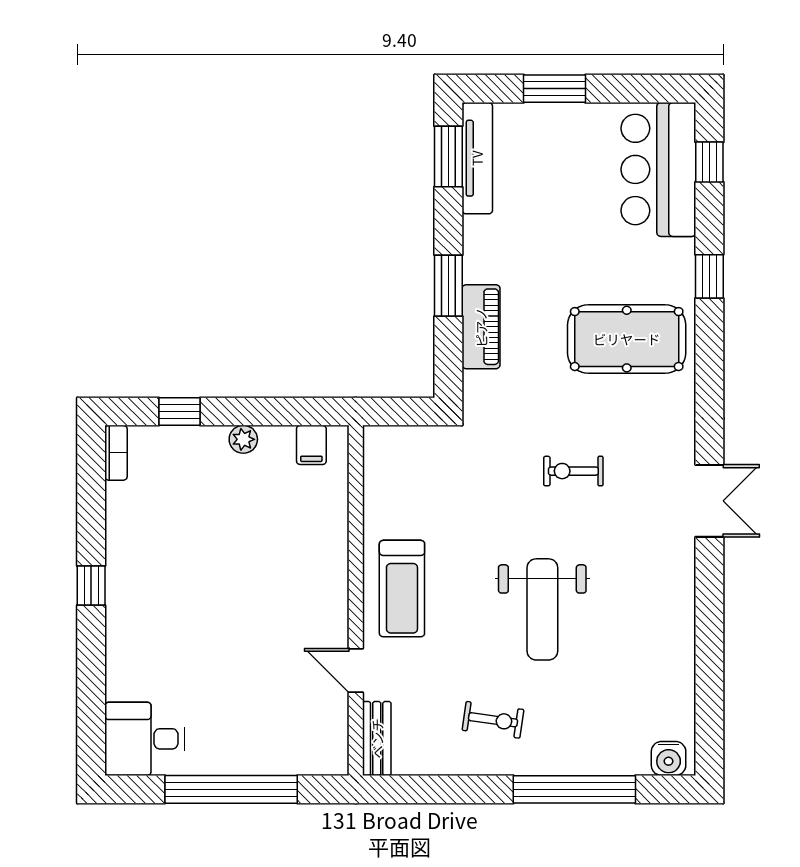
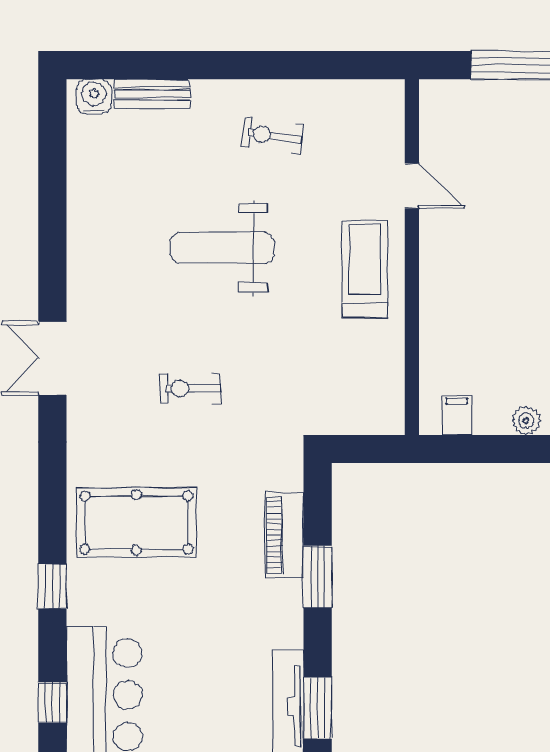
exercise bike: (573, 471) -> (191, 388), turned 180
weight bench: (542, 609) -> (222, 248), turned -90
bench: (377, 738) -> (152, 94), moved, turned 90
window: (574, 789) -> (190, 65), removed

